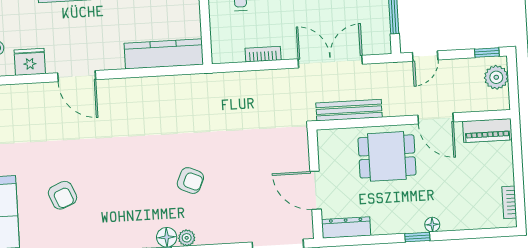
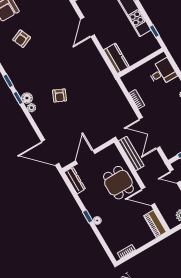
kitchen counter: (164, 54) -> (116, 58), width x0.67
double door: (330, 62) -> (150, 133), swing flipped
door: (77, 76) -> (87, 27), moved
door: (436, 118) -> (148, 196), hinge flipped

